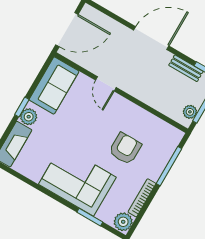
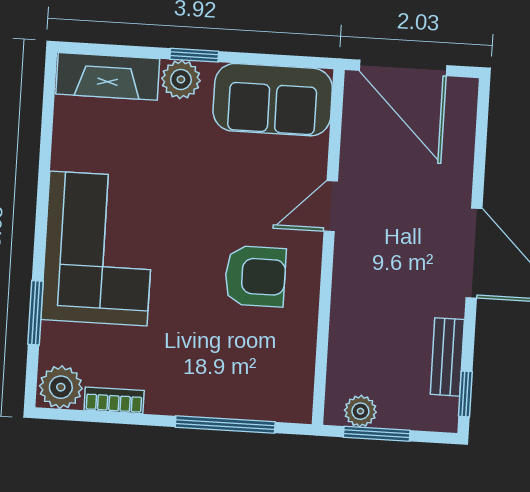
armchair: (125, 149) -> (255, 276), moved
bookcase: (142, 198) -> (114, 400), width x0.64

